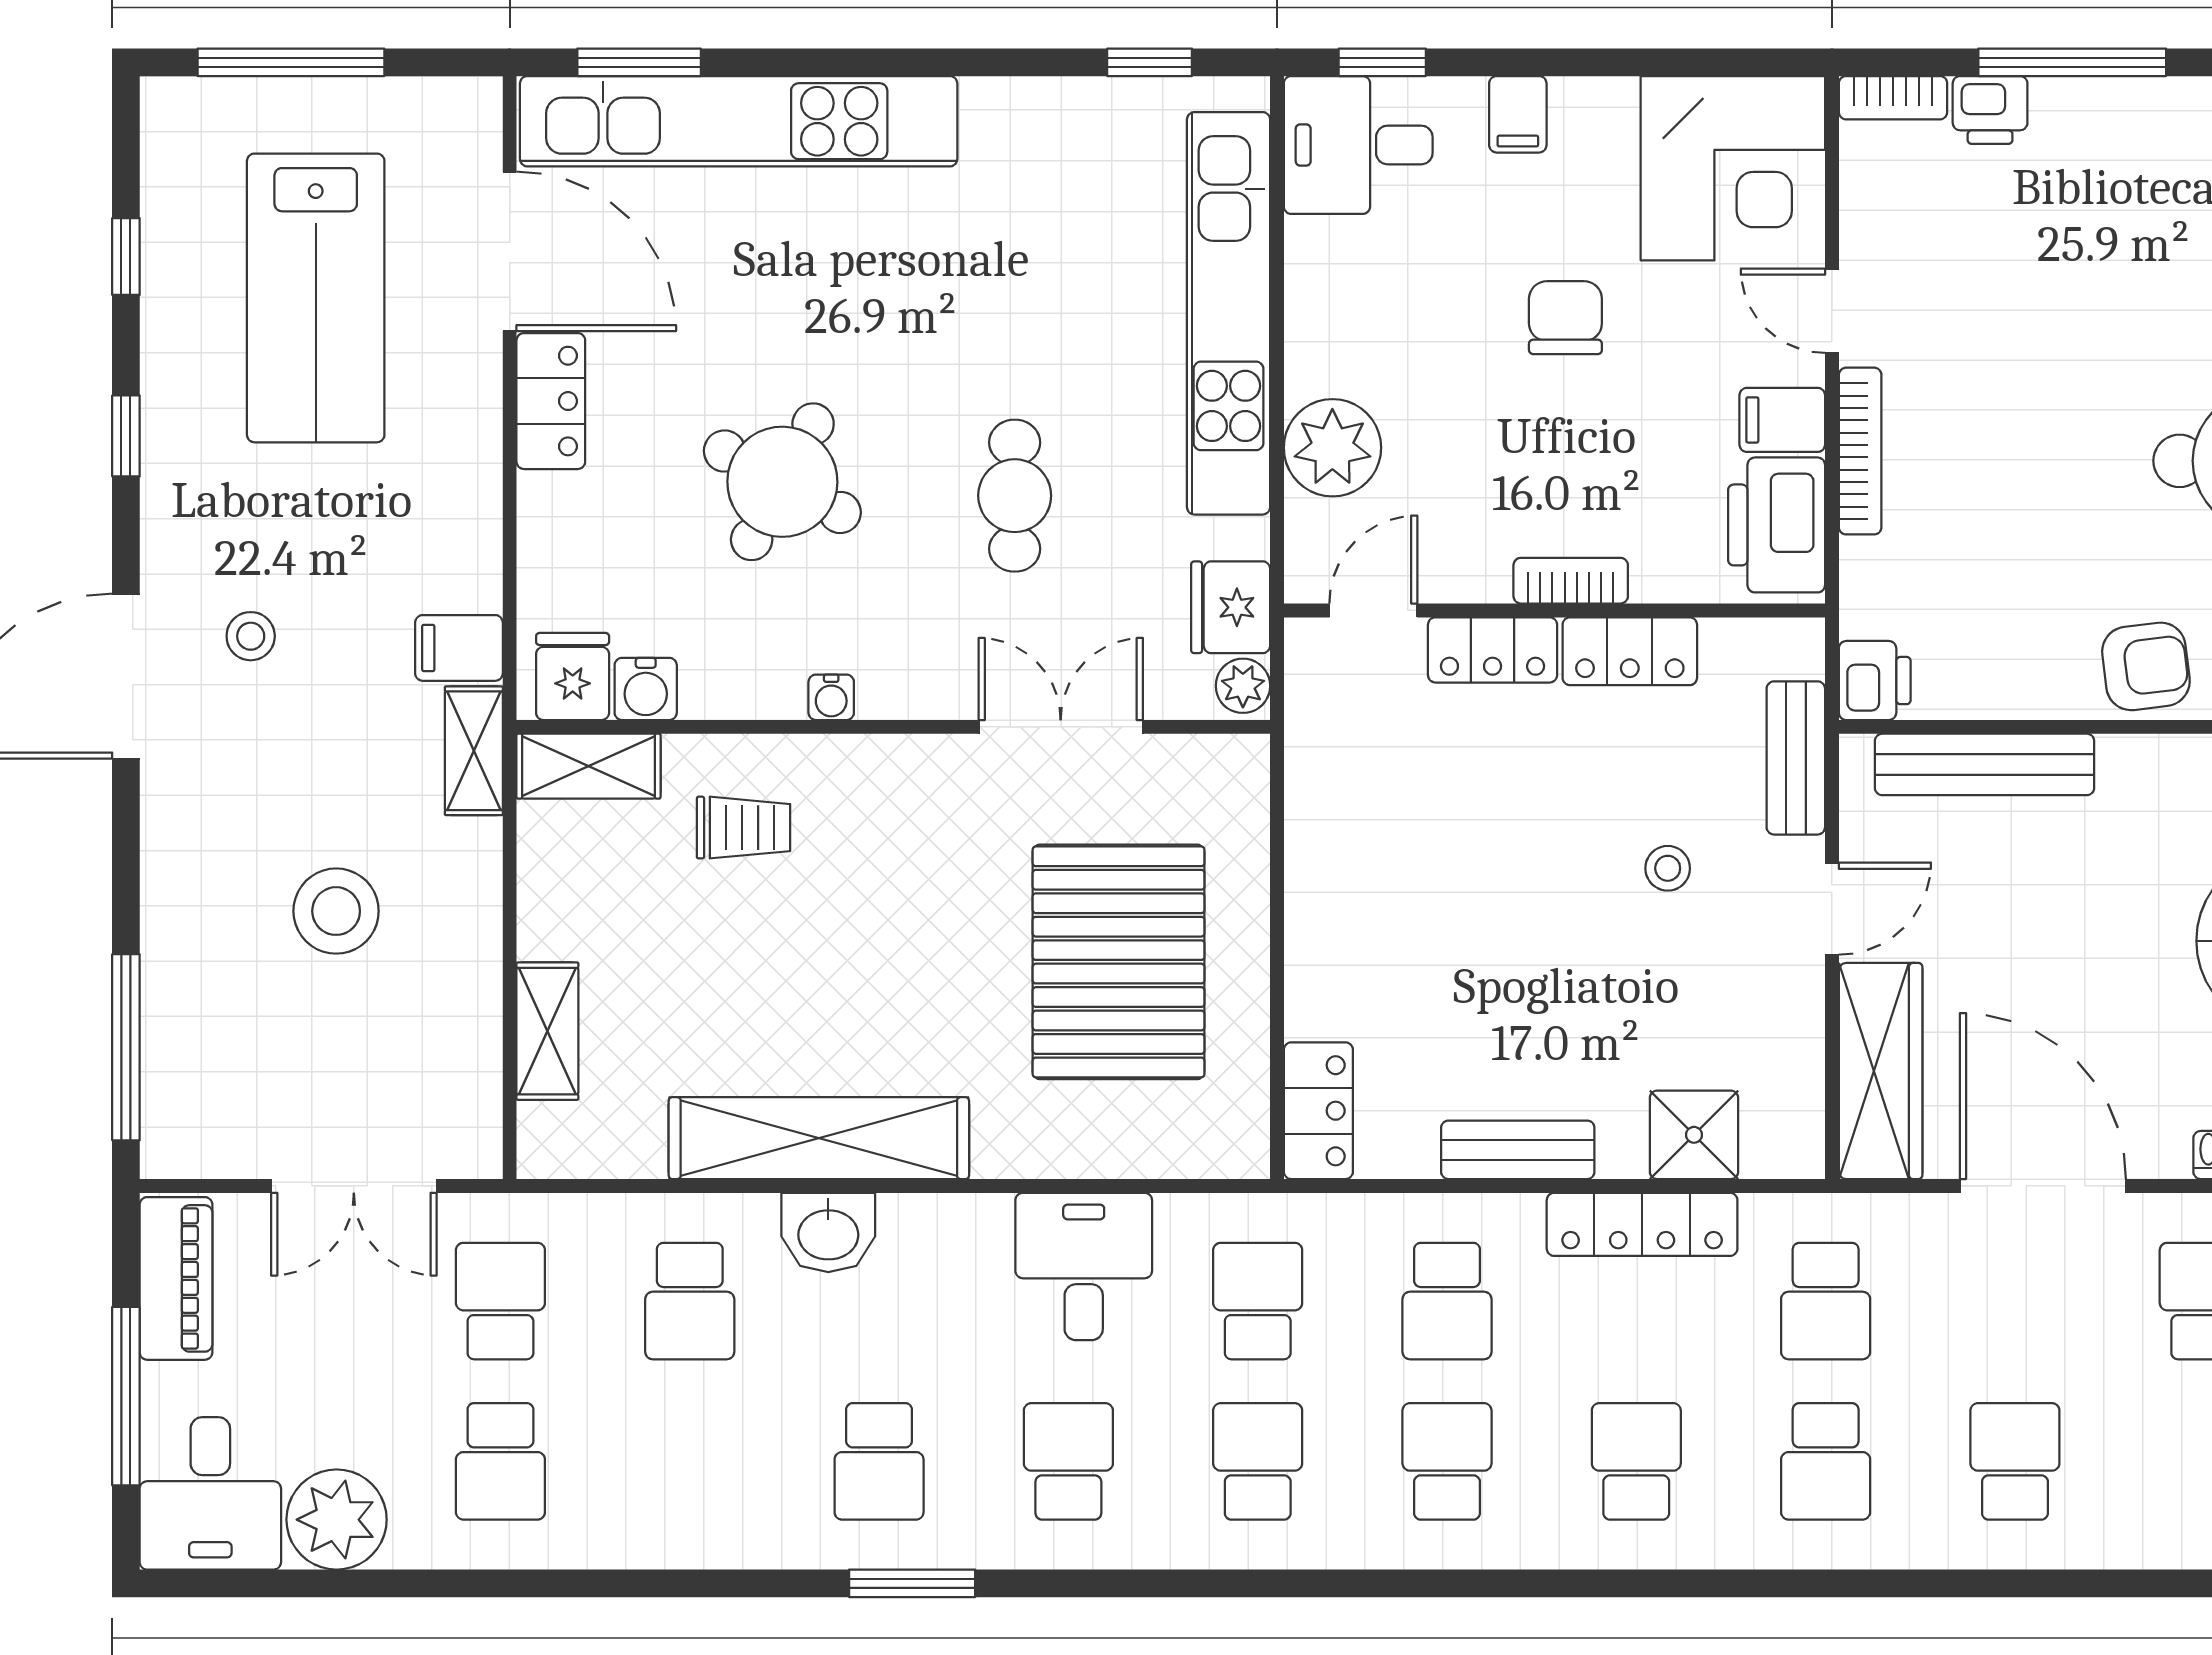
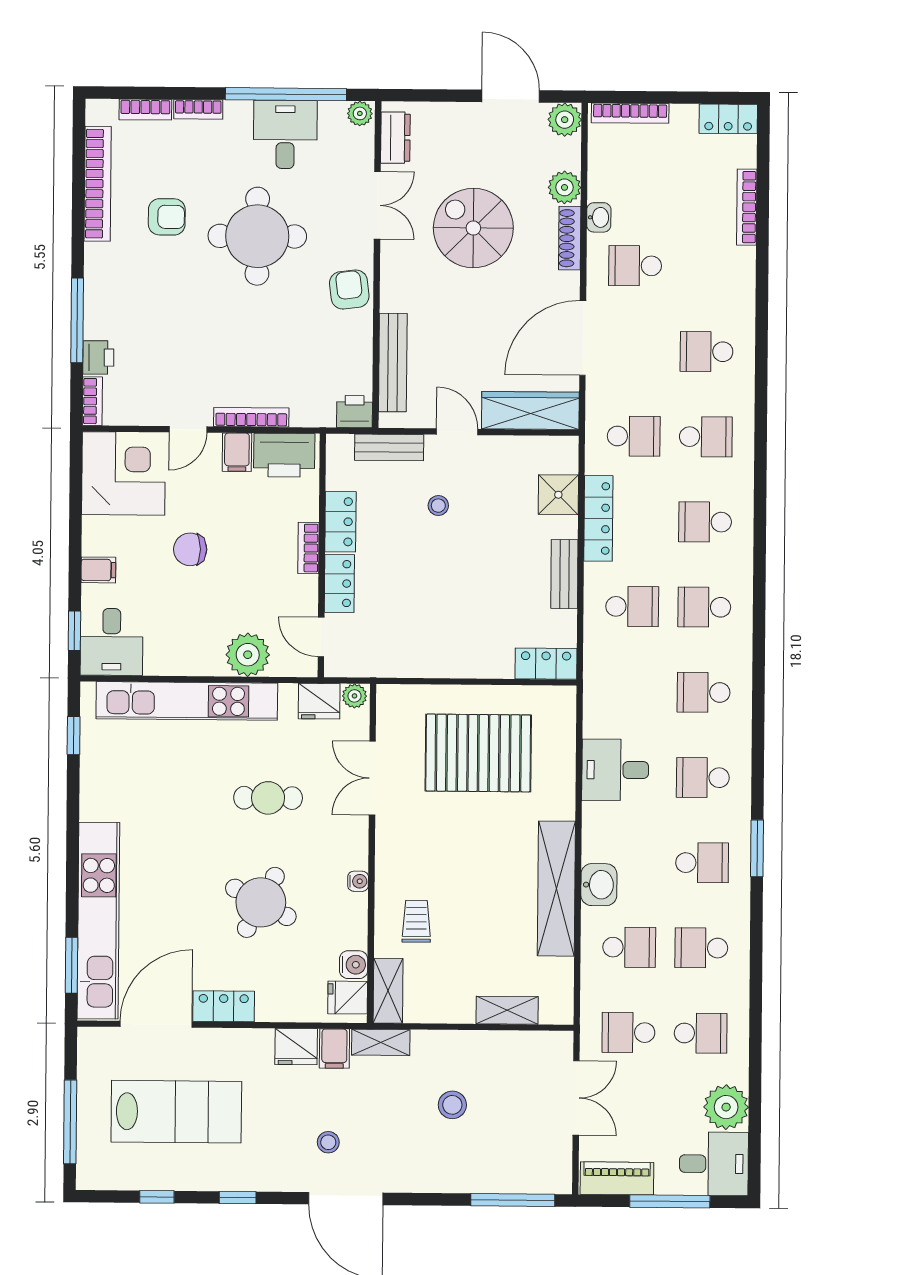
fridge: (463, 563) -> (296, 1047), added
stool: (336, 911) -> (452, 1105), width x0.73, depth x0.73
school desk: (1258, 1301) -> (701, 948), moved

